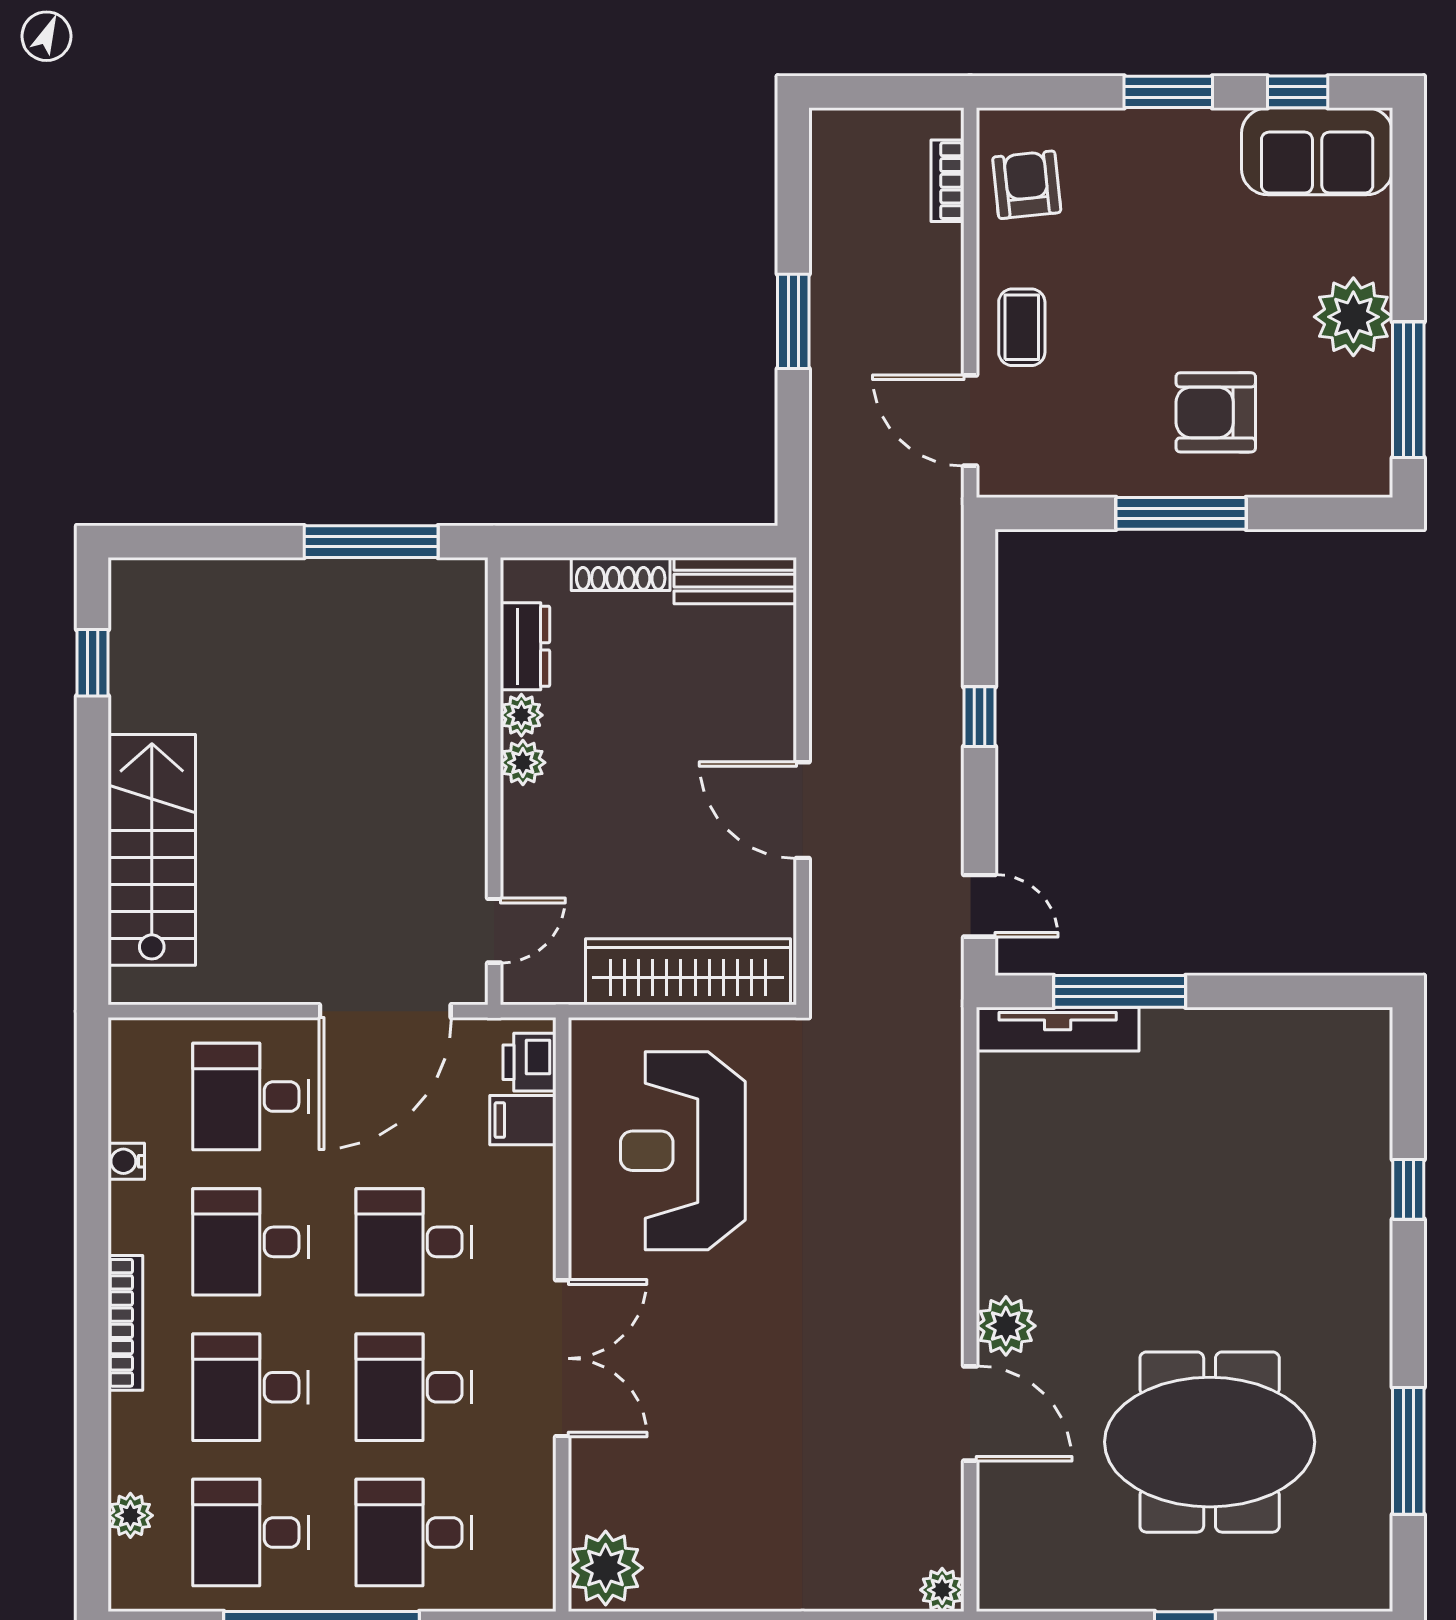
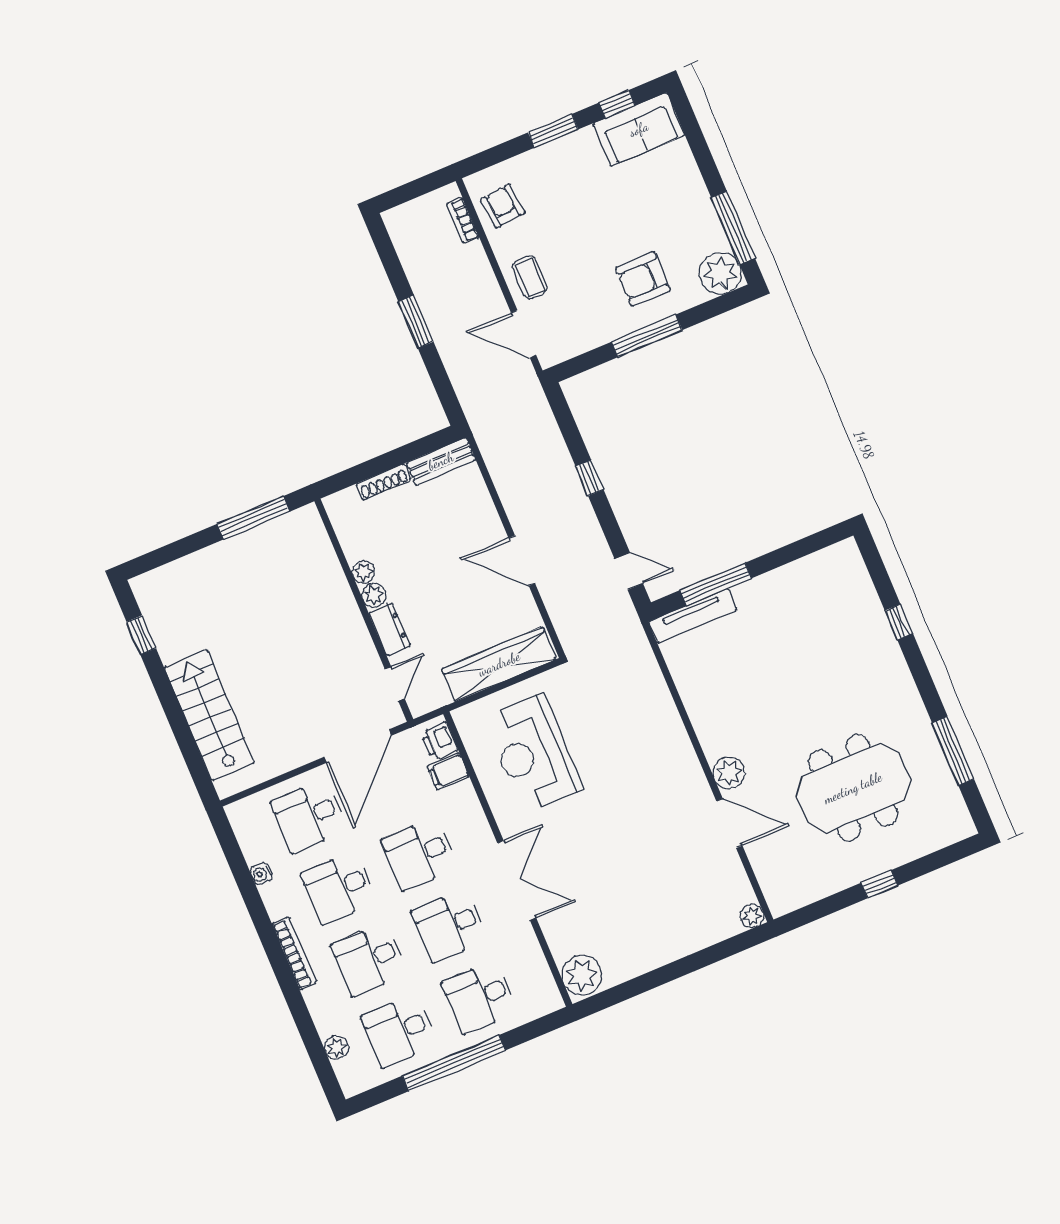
plant: (1353, 317) -> (720, 273), moved
dresser: (525, 646) -> (390, 629), moved

